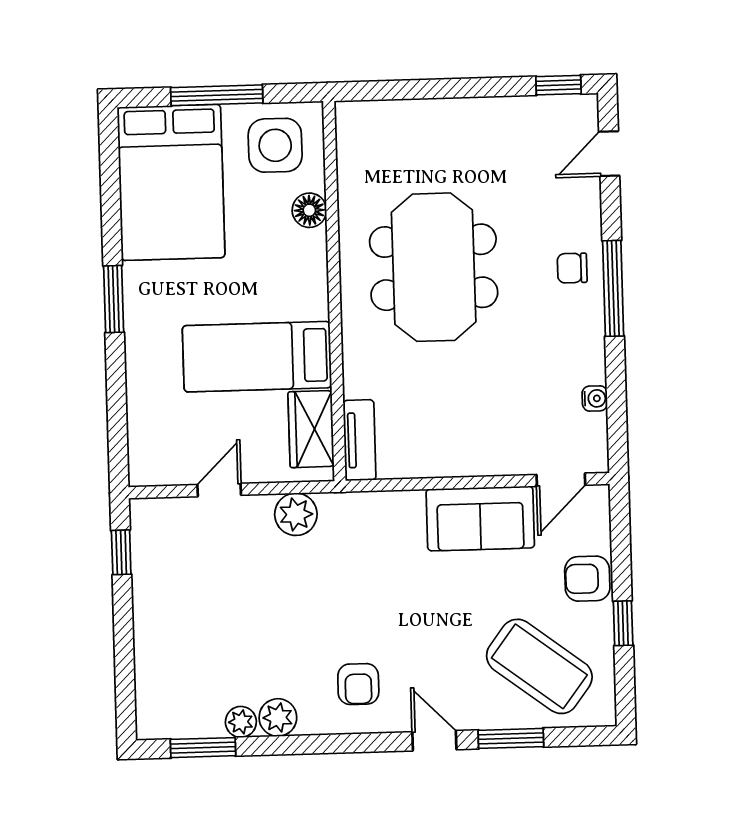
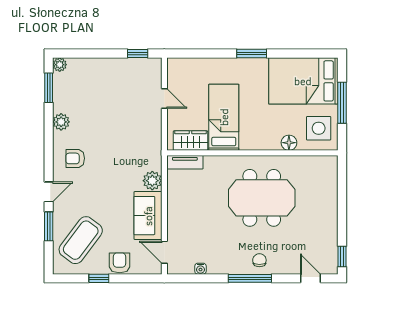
plant: (296, 514) -> (152, 181), moved
plant: (241, 722) -> (60, 65), moved

